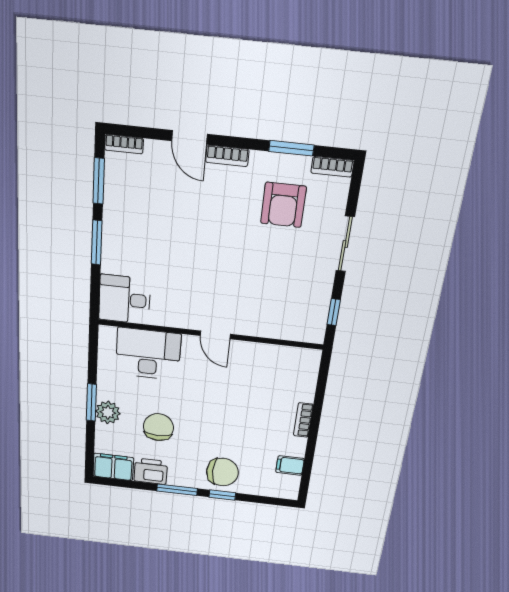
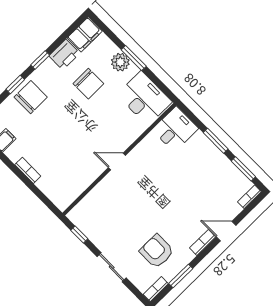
desk: (148, 354) -> (144, 98), moved, turned -90
chair: (222, 472) -> (31, 97), turned 180
window: (177, 490) -> (40, 60), width x0.67

